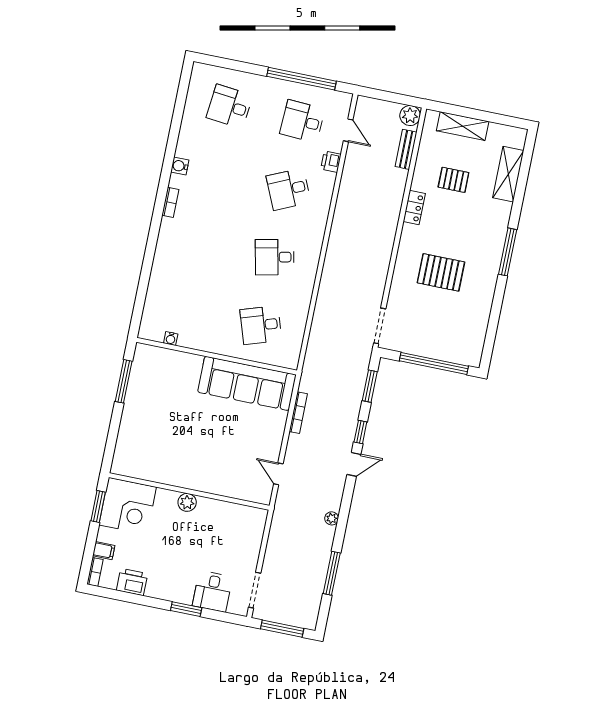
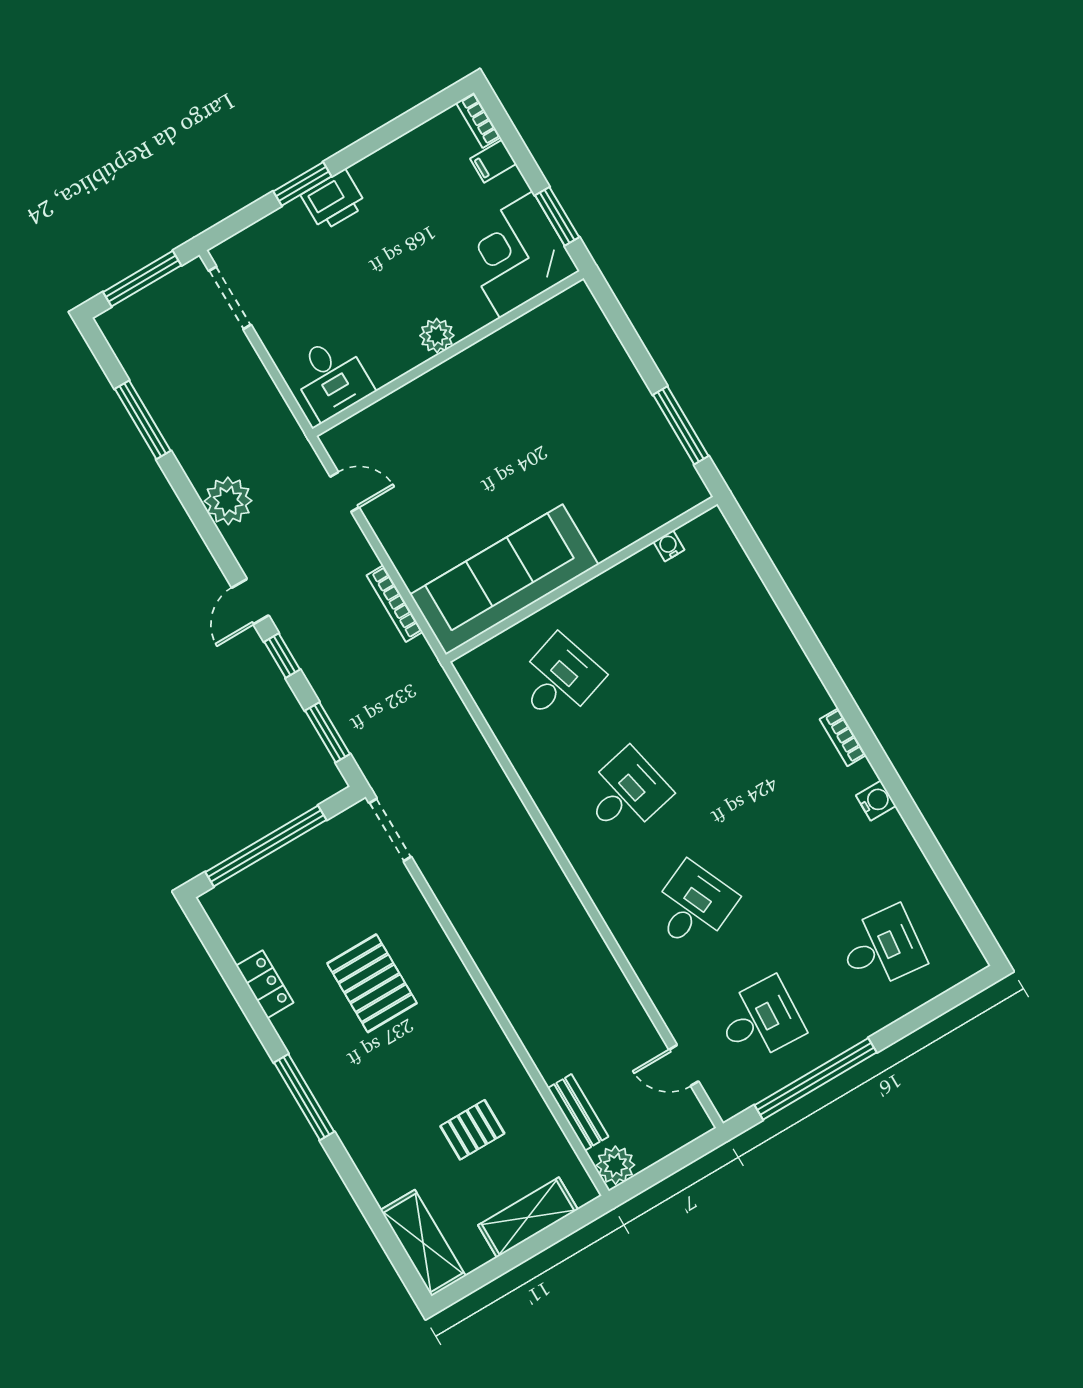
printer: (331, 162) -> (668, 999), removed
shelving: (508, 174) -> (423, 1243), moved
locker: (414, 208) -> (265, 984), moved, turned 180
pallet: (441, 272) -> (372, 983), turned 90
plant: (332, 518) -> (228, 501), width x1.88, depth x1.88
printer: (132, 582) -> (334, 200), moved
desk: (212, 591) -> (331, 378), moved, turned 180

